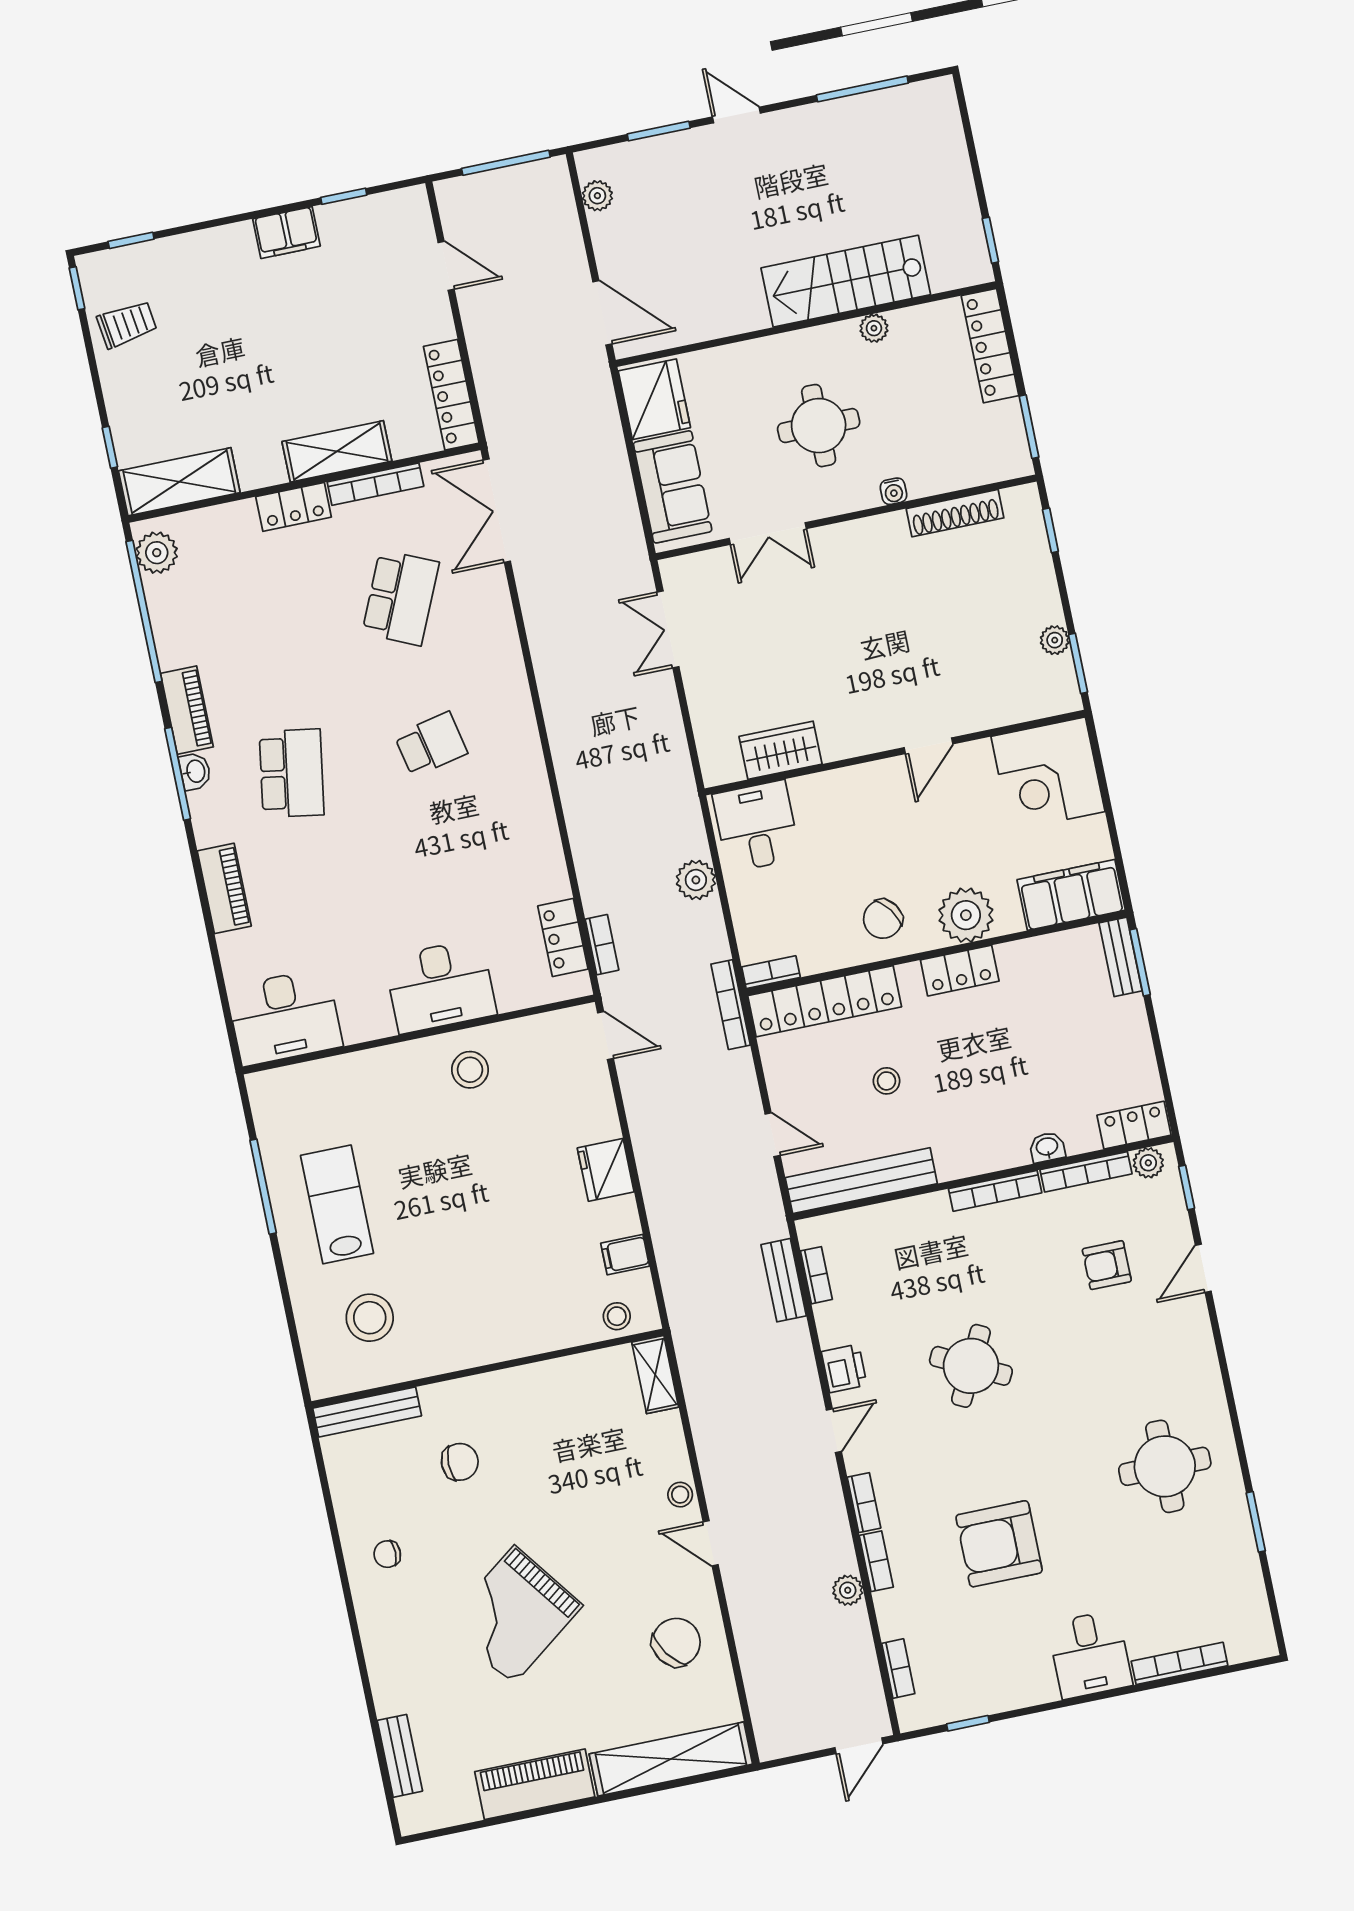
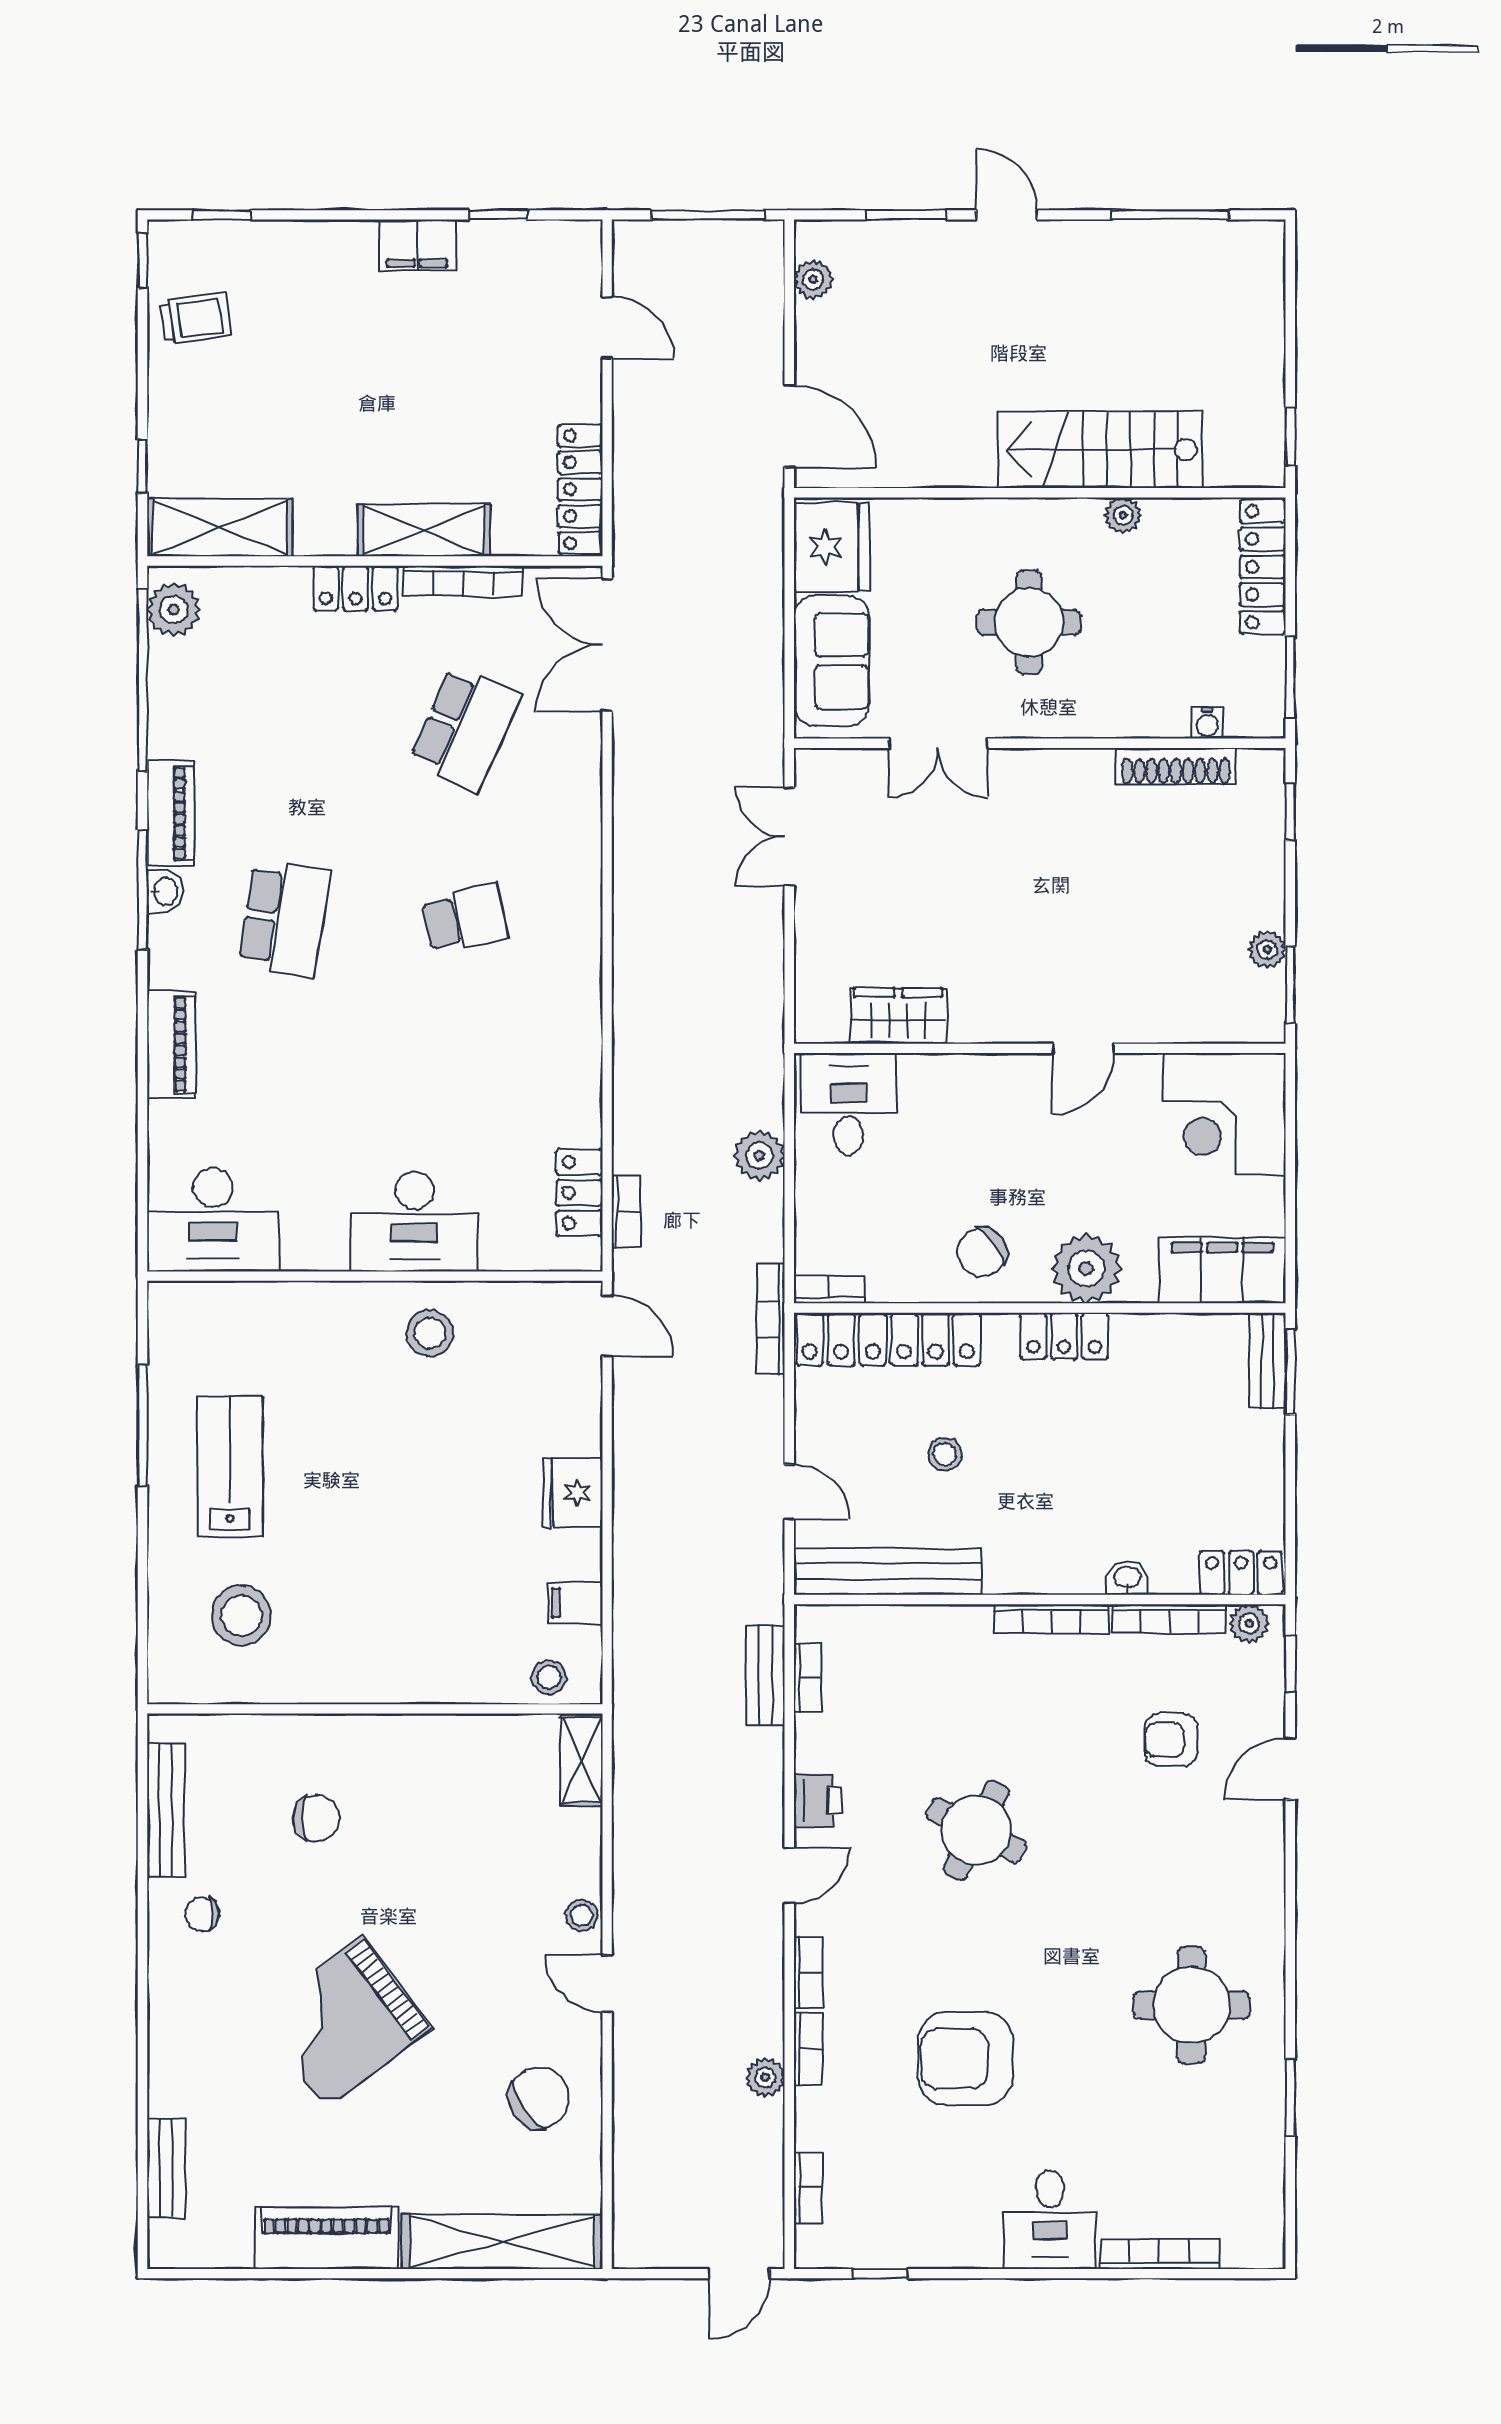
water cooler: (893, 491) -> (1207, 723), moved
bench: (367, 1412) -> (166, 1810), moved, turned 90

